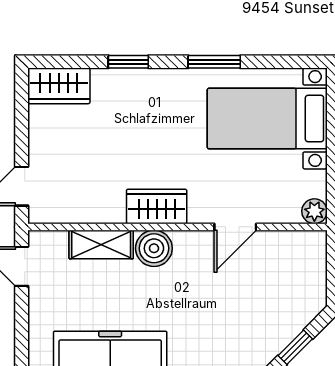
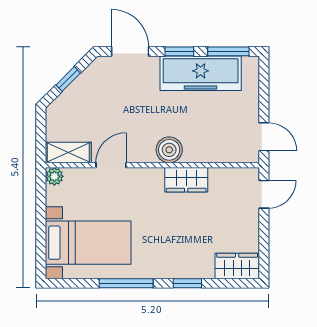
window: (214, 62) -> (126, 283), width x1.44
wardrobe: (157, 206) -> (186, 180), moved
shelving: (101, 244) -> (68, 153), moved

